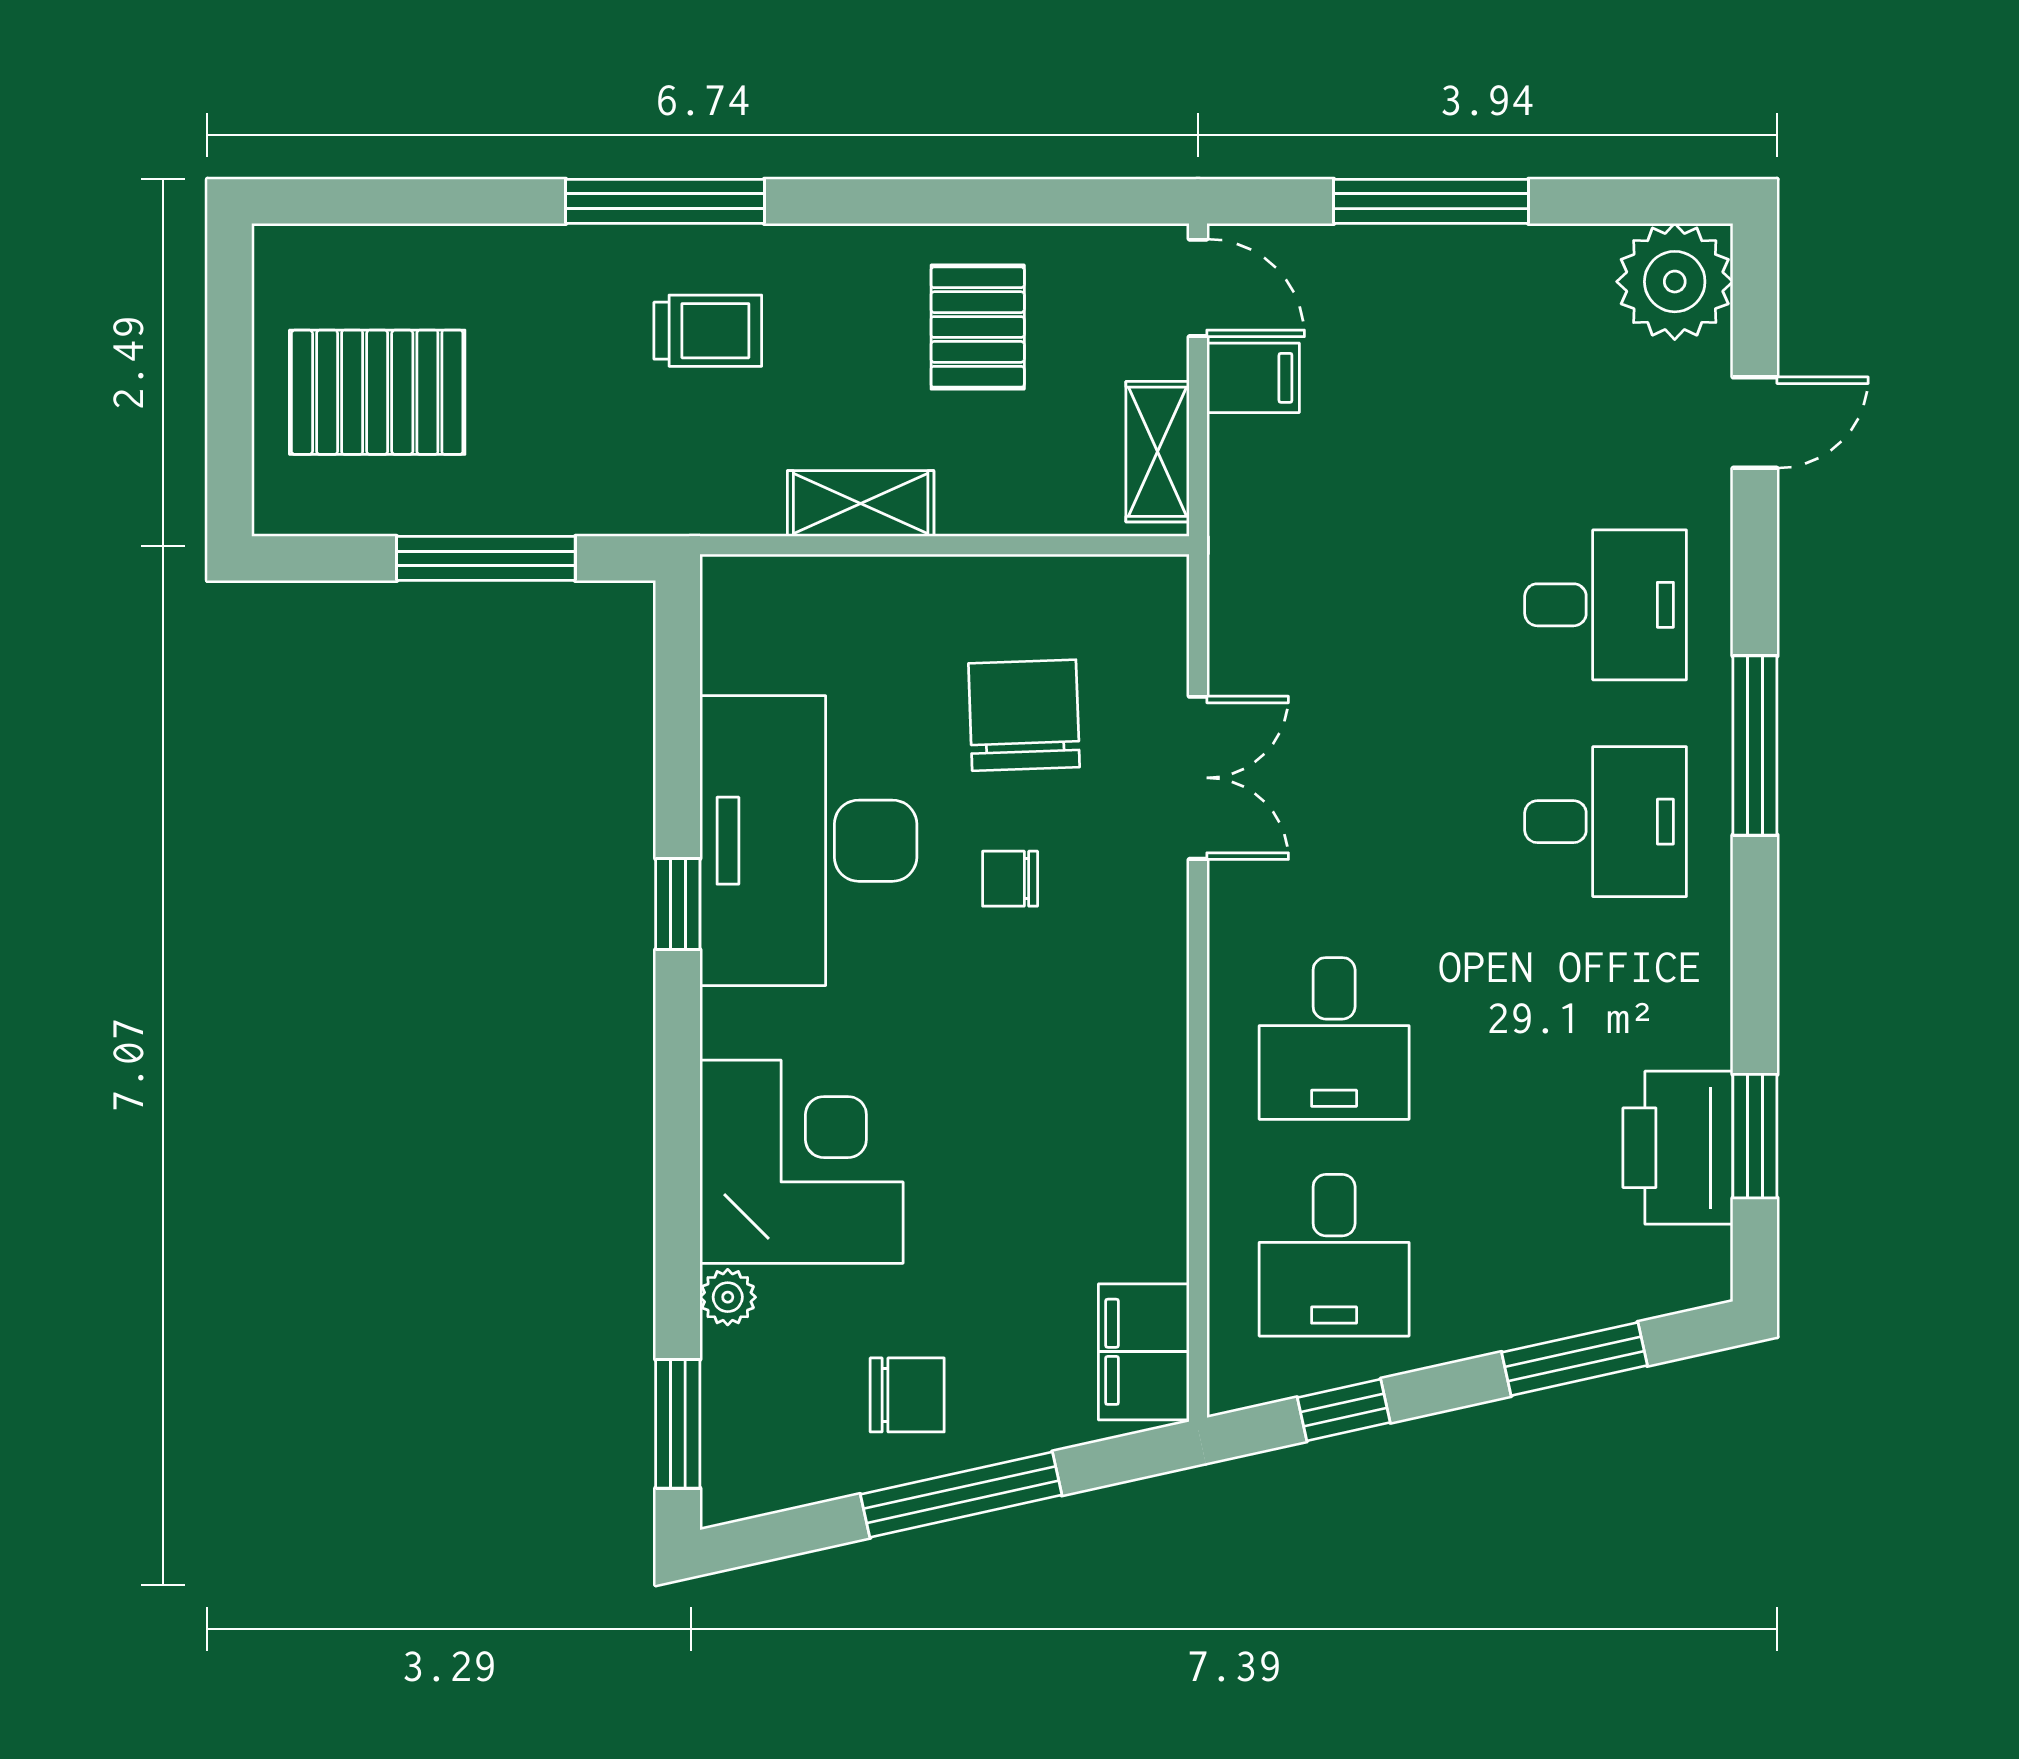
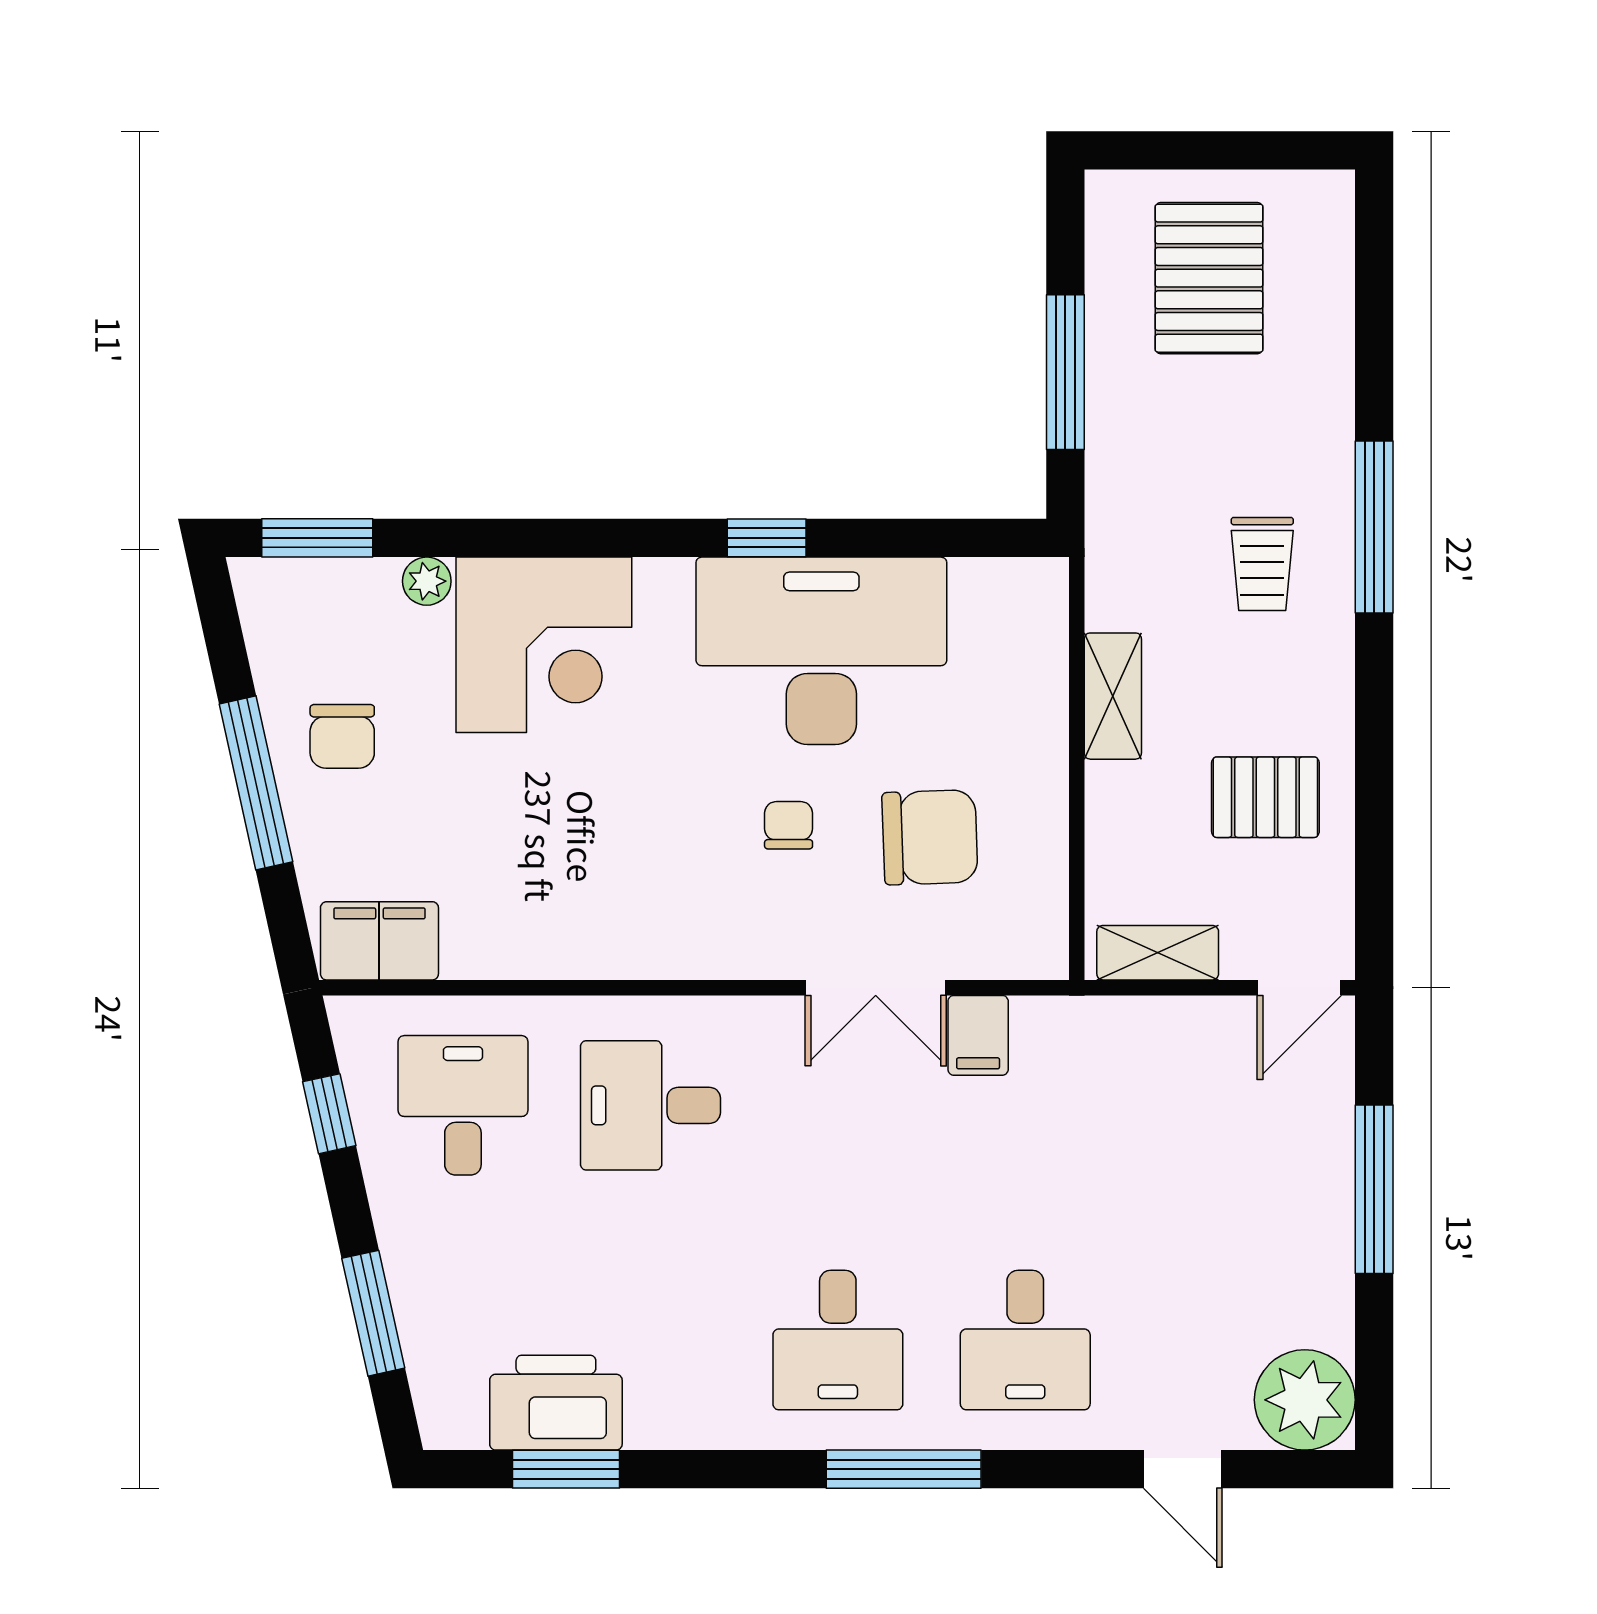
filing cabinet: (1253, 378) -> (978, 1035), moved
desk: (1334, 1255) -> (463, 1105), turned 90

